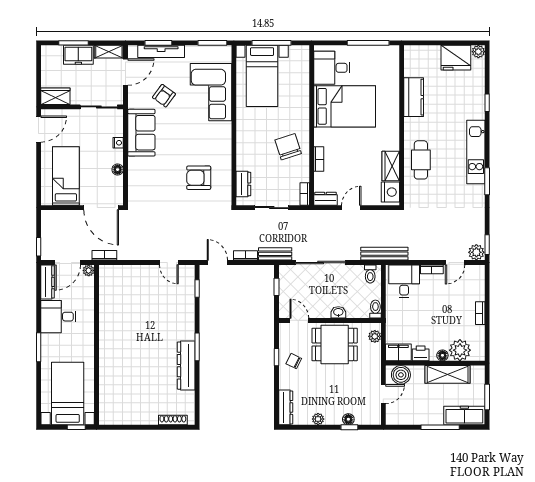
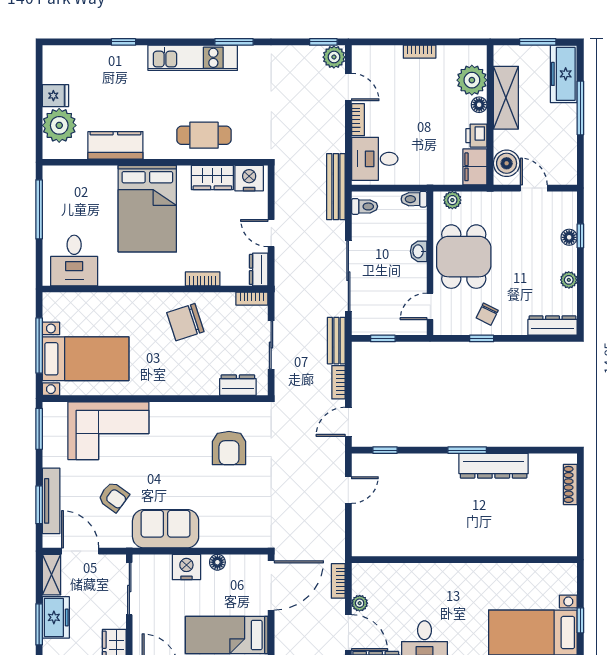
plant: (478, 52) -> (59, 125), moved, width x1.87, depth x1.87
fridge: (456, 58) -> (55, 96), width x0.53, depth x0.75
bed: (345, 106) -> (147, 209), moved, turned 180
nightstand: (118, 143) -> (186, 567), width x1.89, depth x1.79
wall: (97, 345) -> (464, 560), moved

